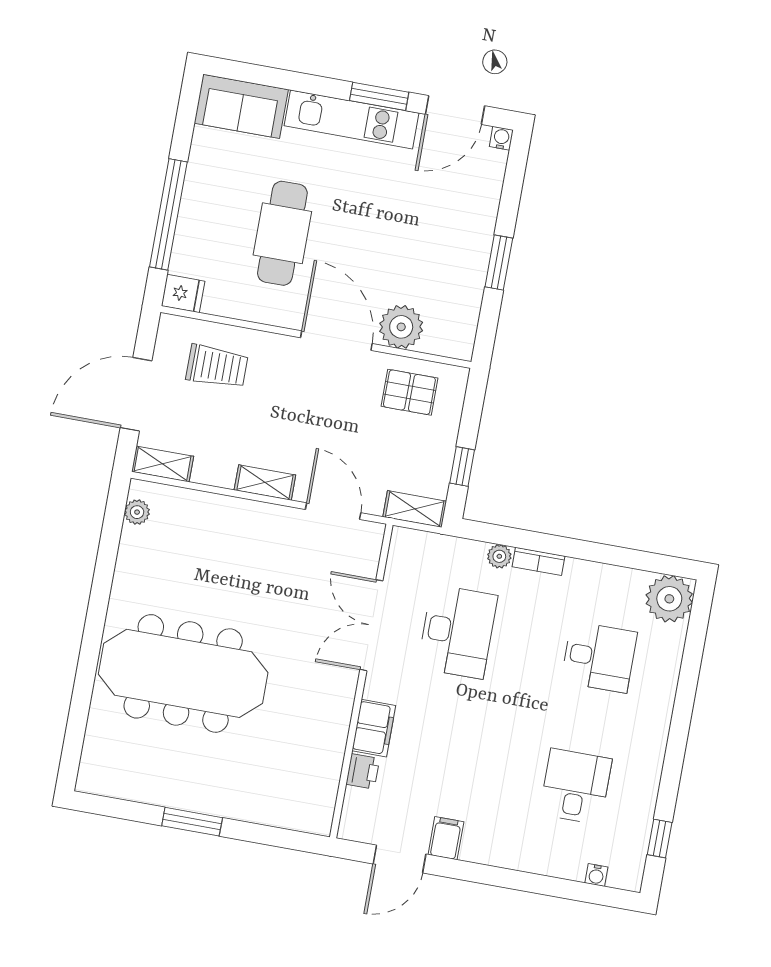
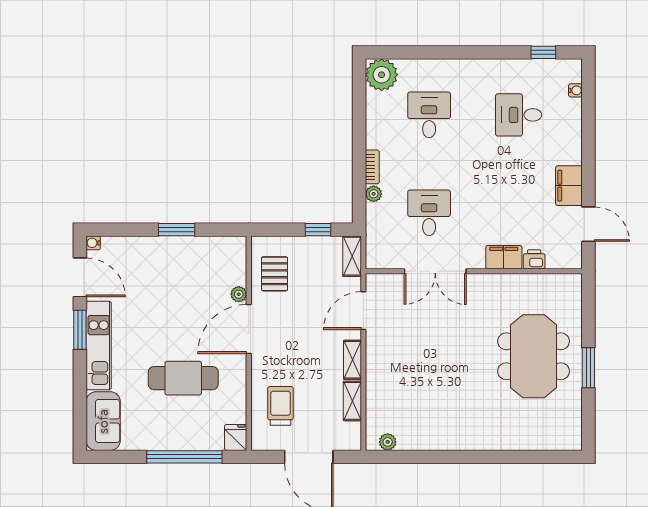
plant: (401, 327) -> (239, 294), width x0.53, depth x0.53
shelving: (162, 464) -> (352, 401), moved
desk: (457, 632) -> (429, 213), width x0.73
meeting table: (183, 673) -> (534, 356), moved, width x0.73
filing cabinet: (446, 838) -> (569, 186), width x2.00

